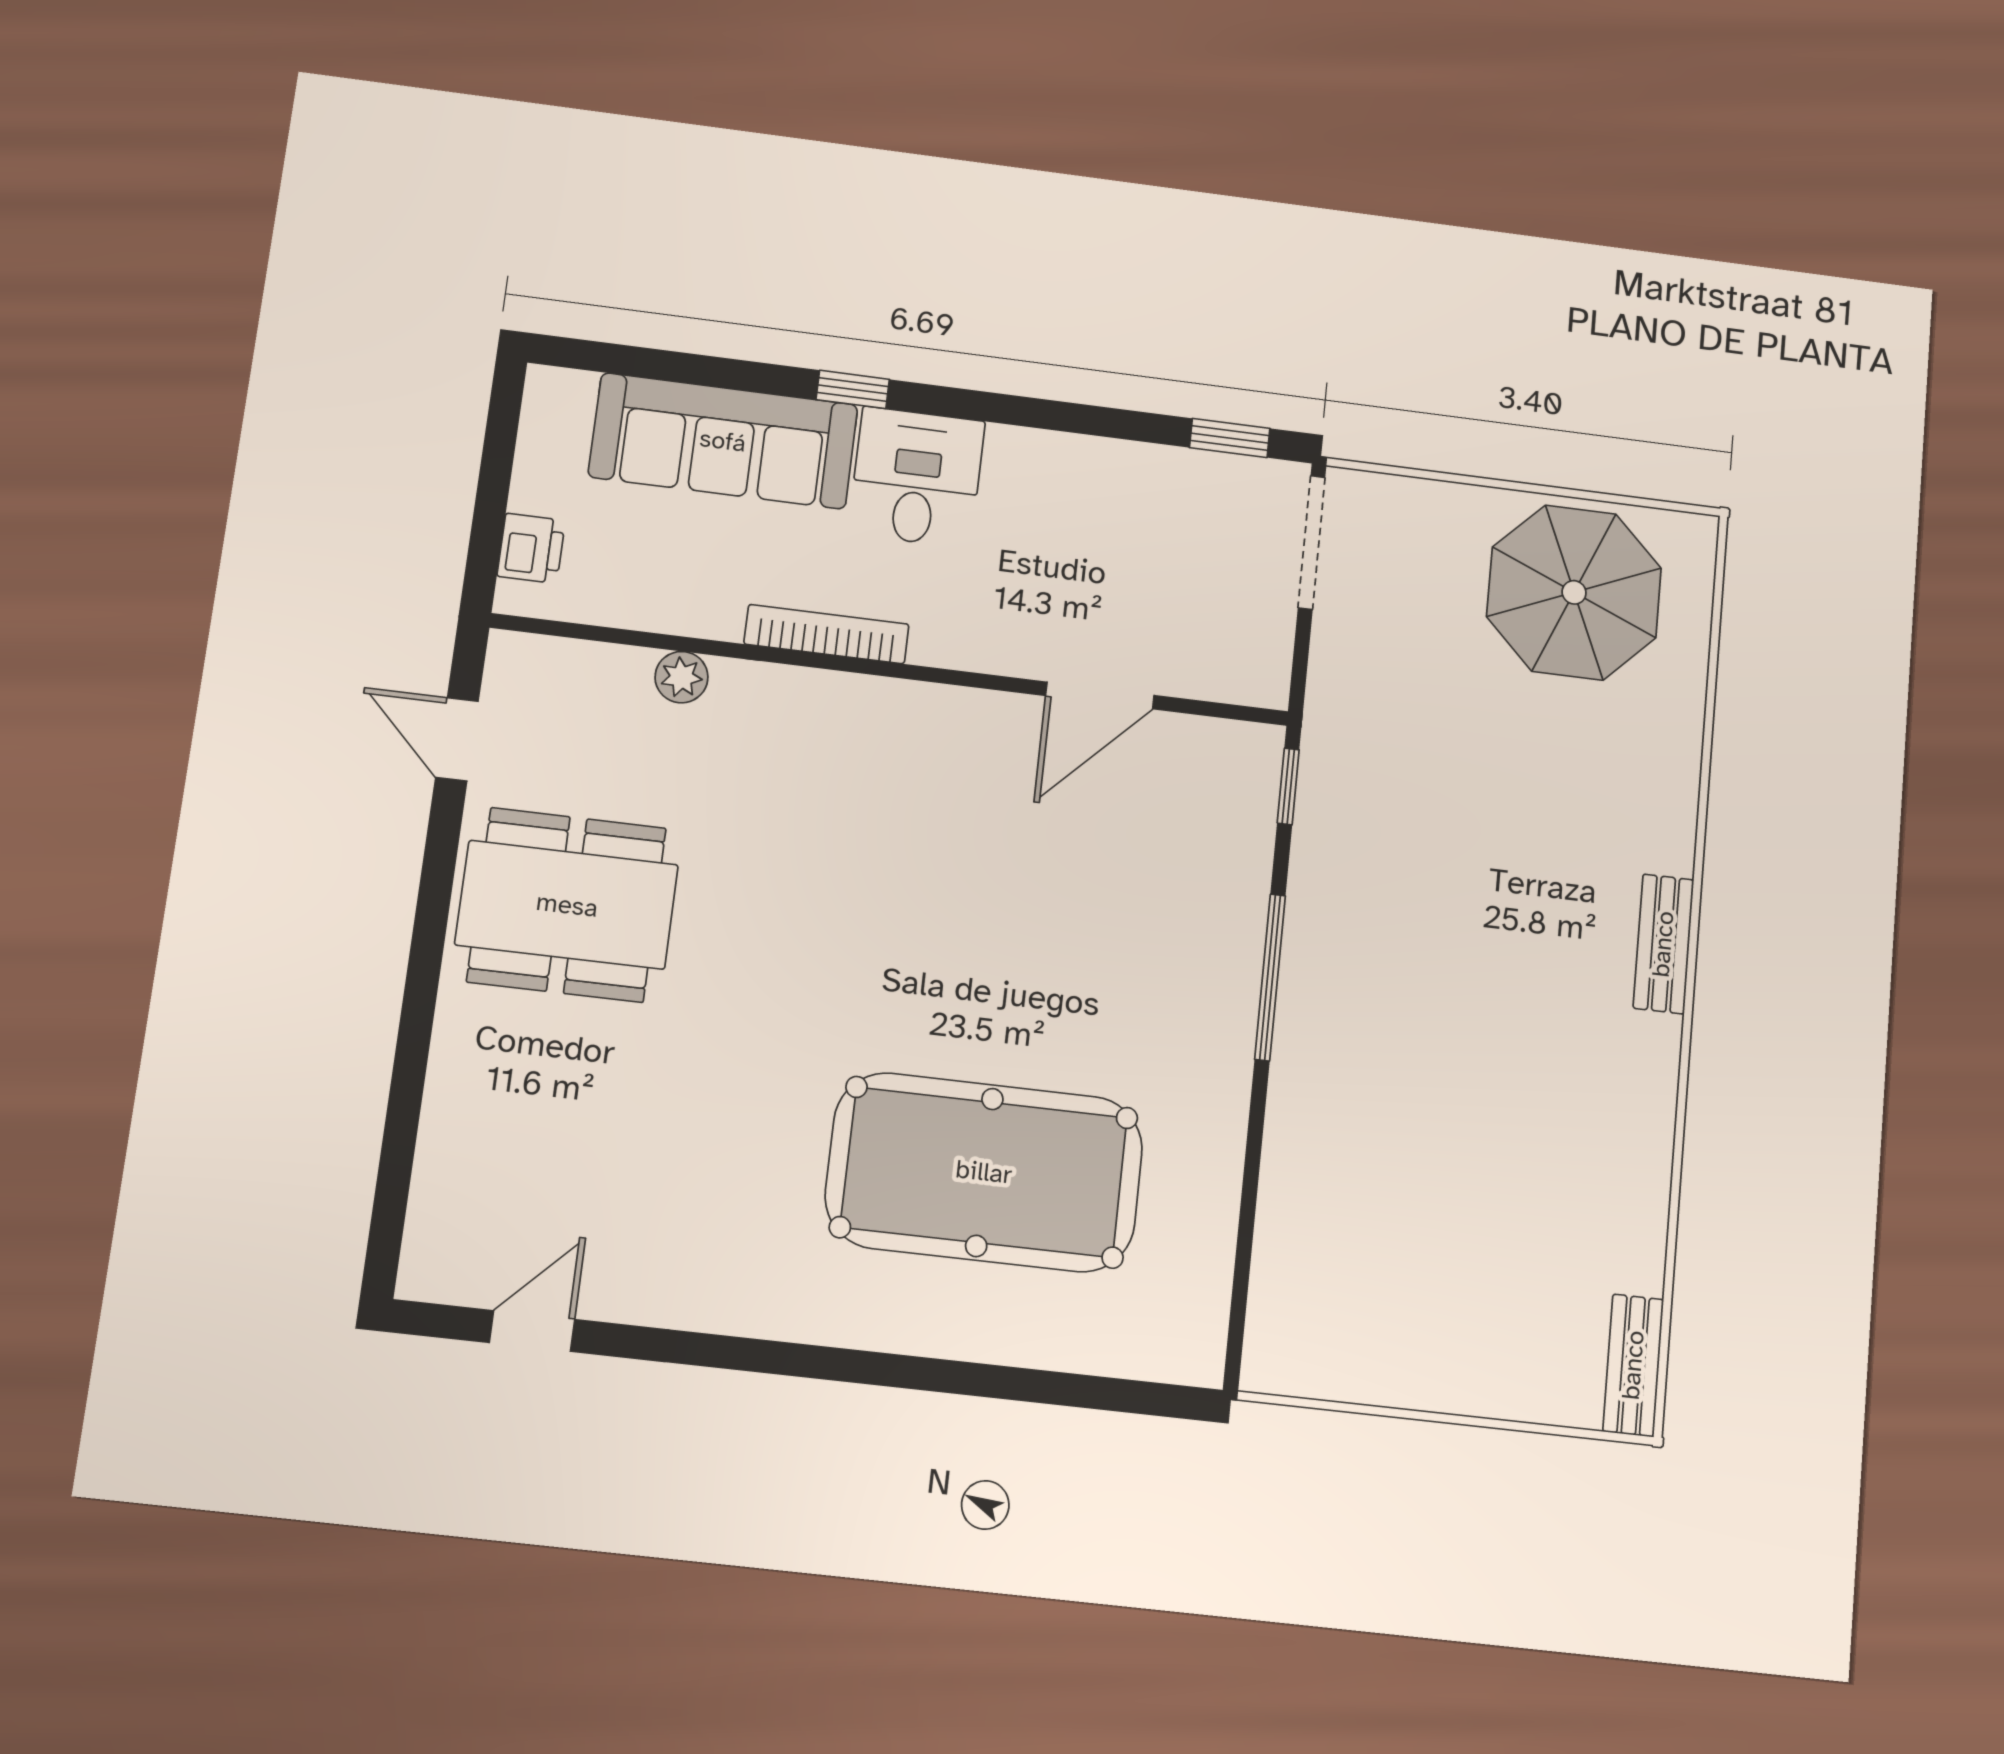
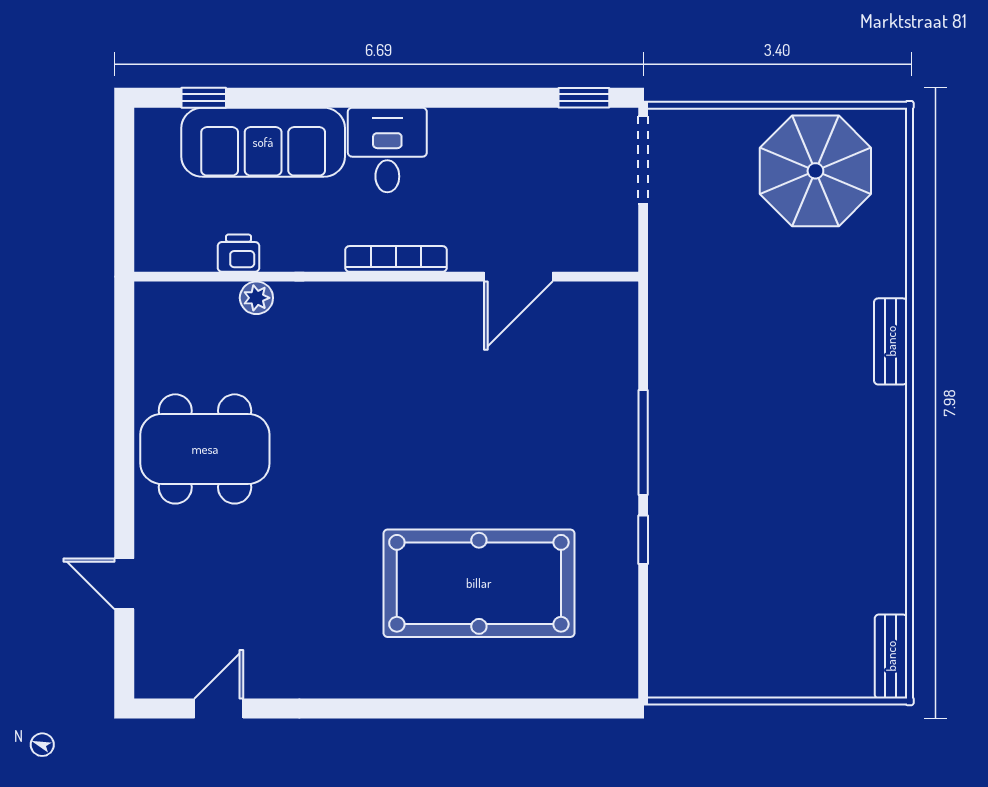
window: (853, 389) -> (204, 98), moved
printer: (531, 548) -> (239, 253), moved, turned -90
bookcase: (826, 634) -> (396, 259), moved
door: (457, 739) -> (124, 584), moved
window: (1288, 786) -> (643, 540), moved
bench: (1663, 944) -> (891, 341), moved

